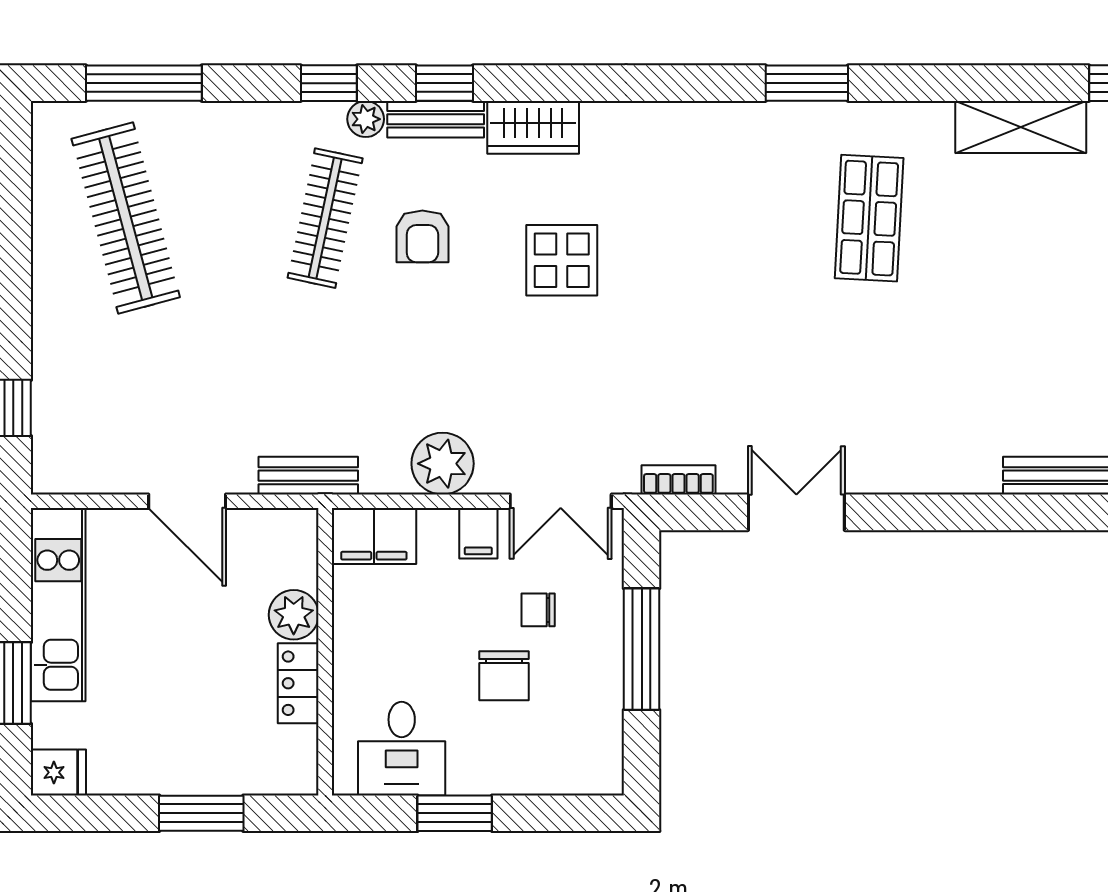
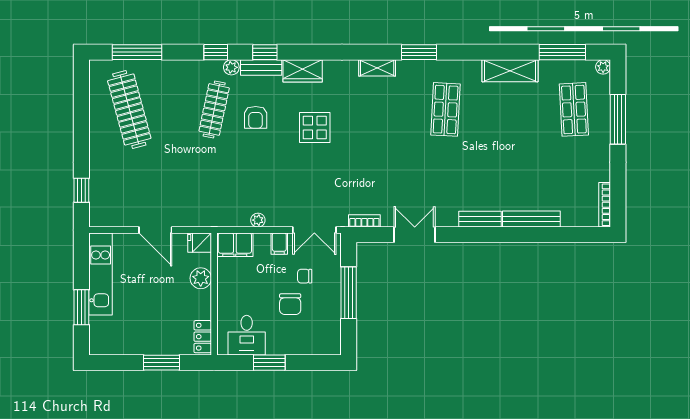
shelving: (709, 120) -> (377, 68), added
plant: (443, 464) -> (258, 220), width x0.53, depth x0.53
bench: (308, 476) -> (480, 219), moved
locker: (298, 683) -> (203, 337), moved
fridge: (58, 772) -> (200, 243), moved, turned 180

